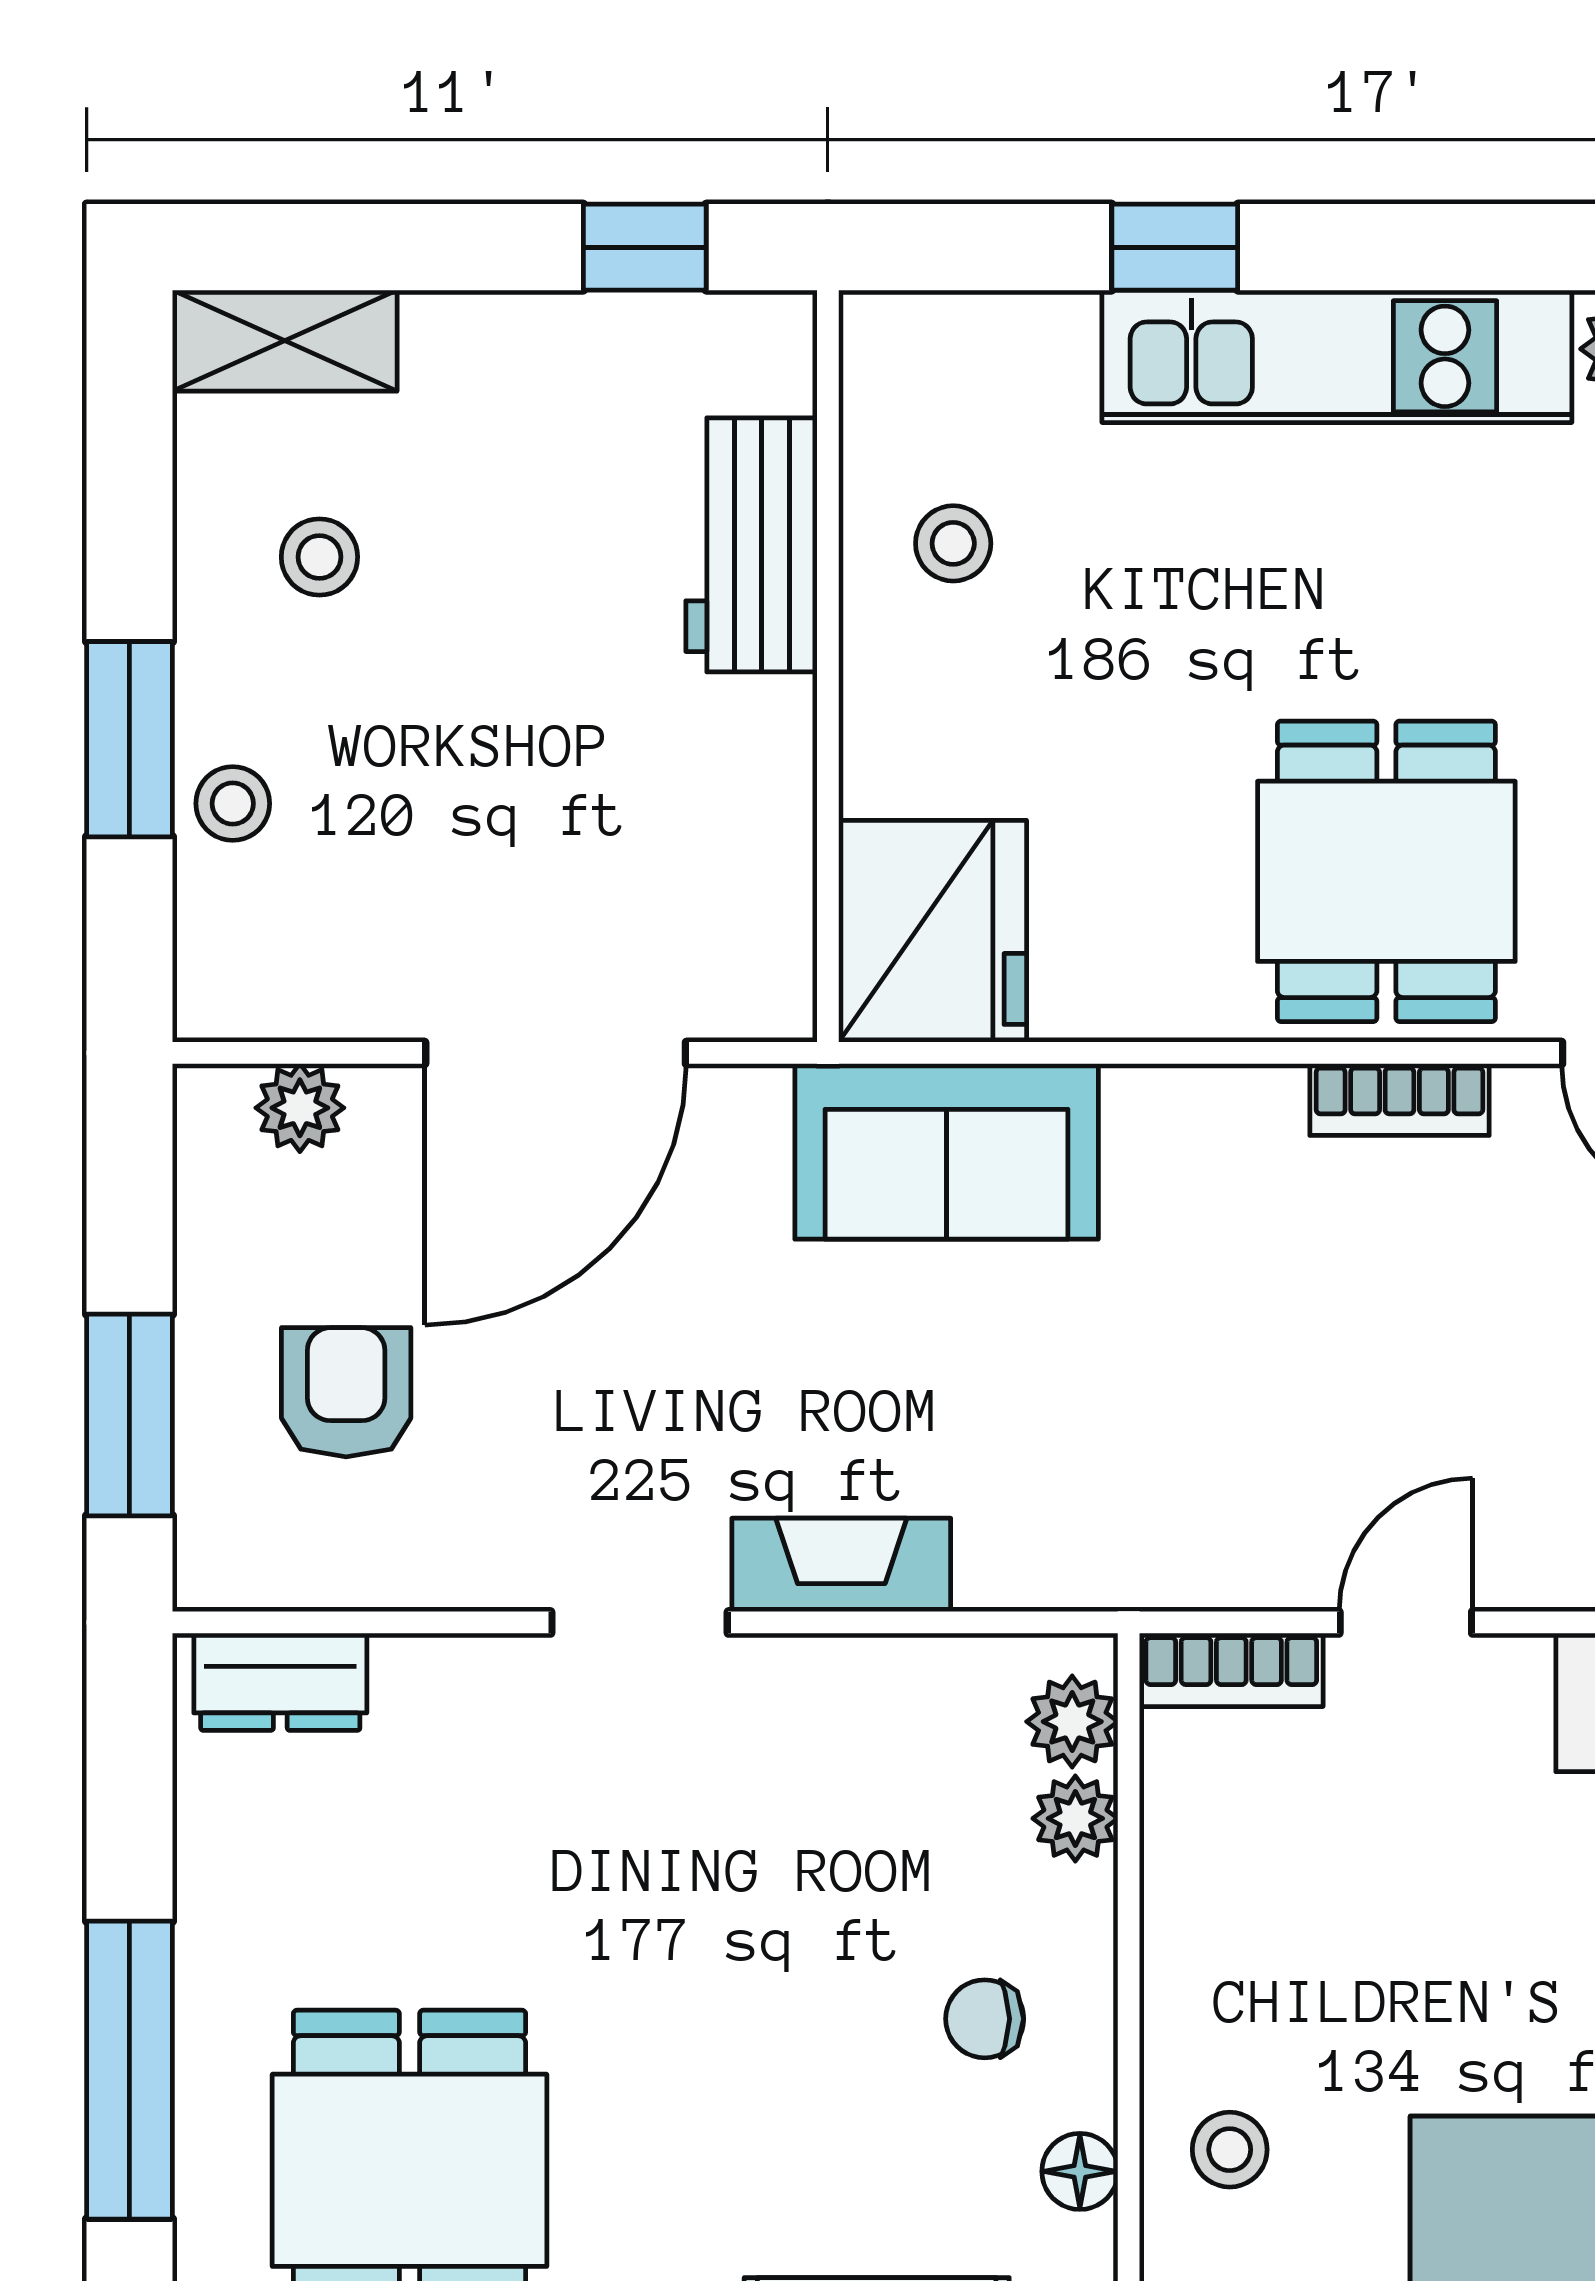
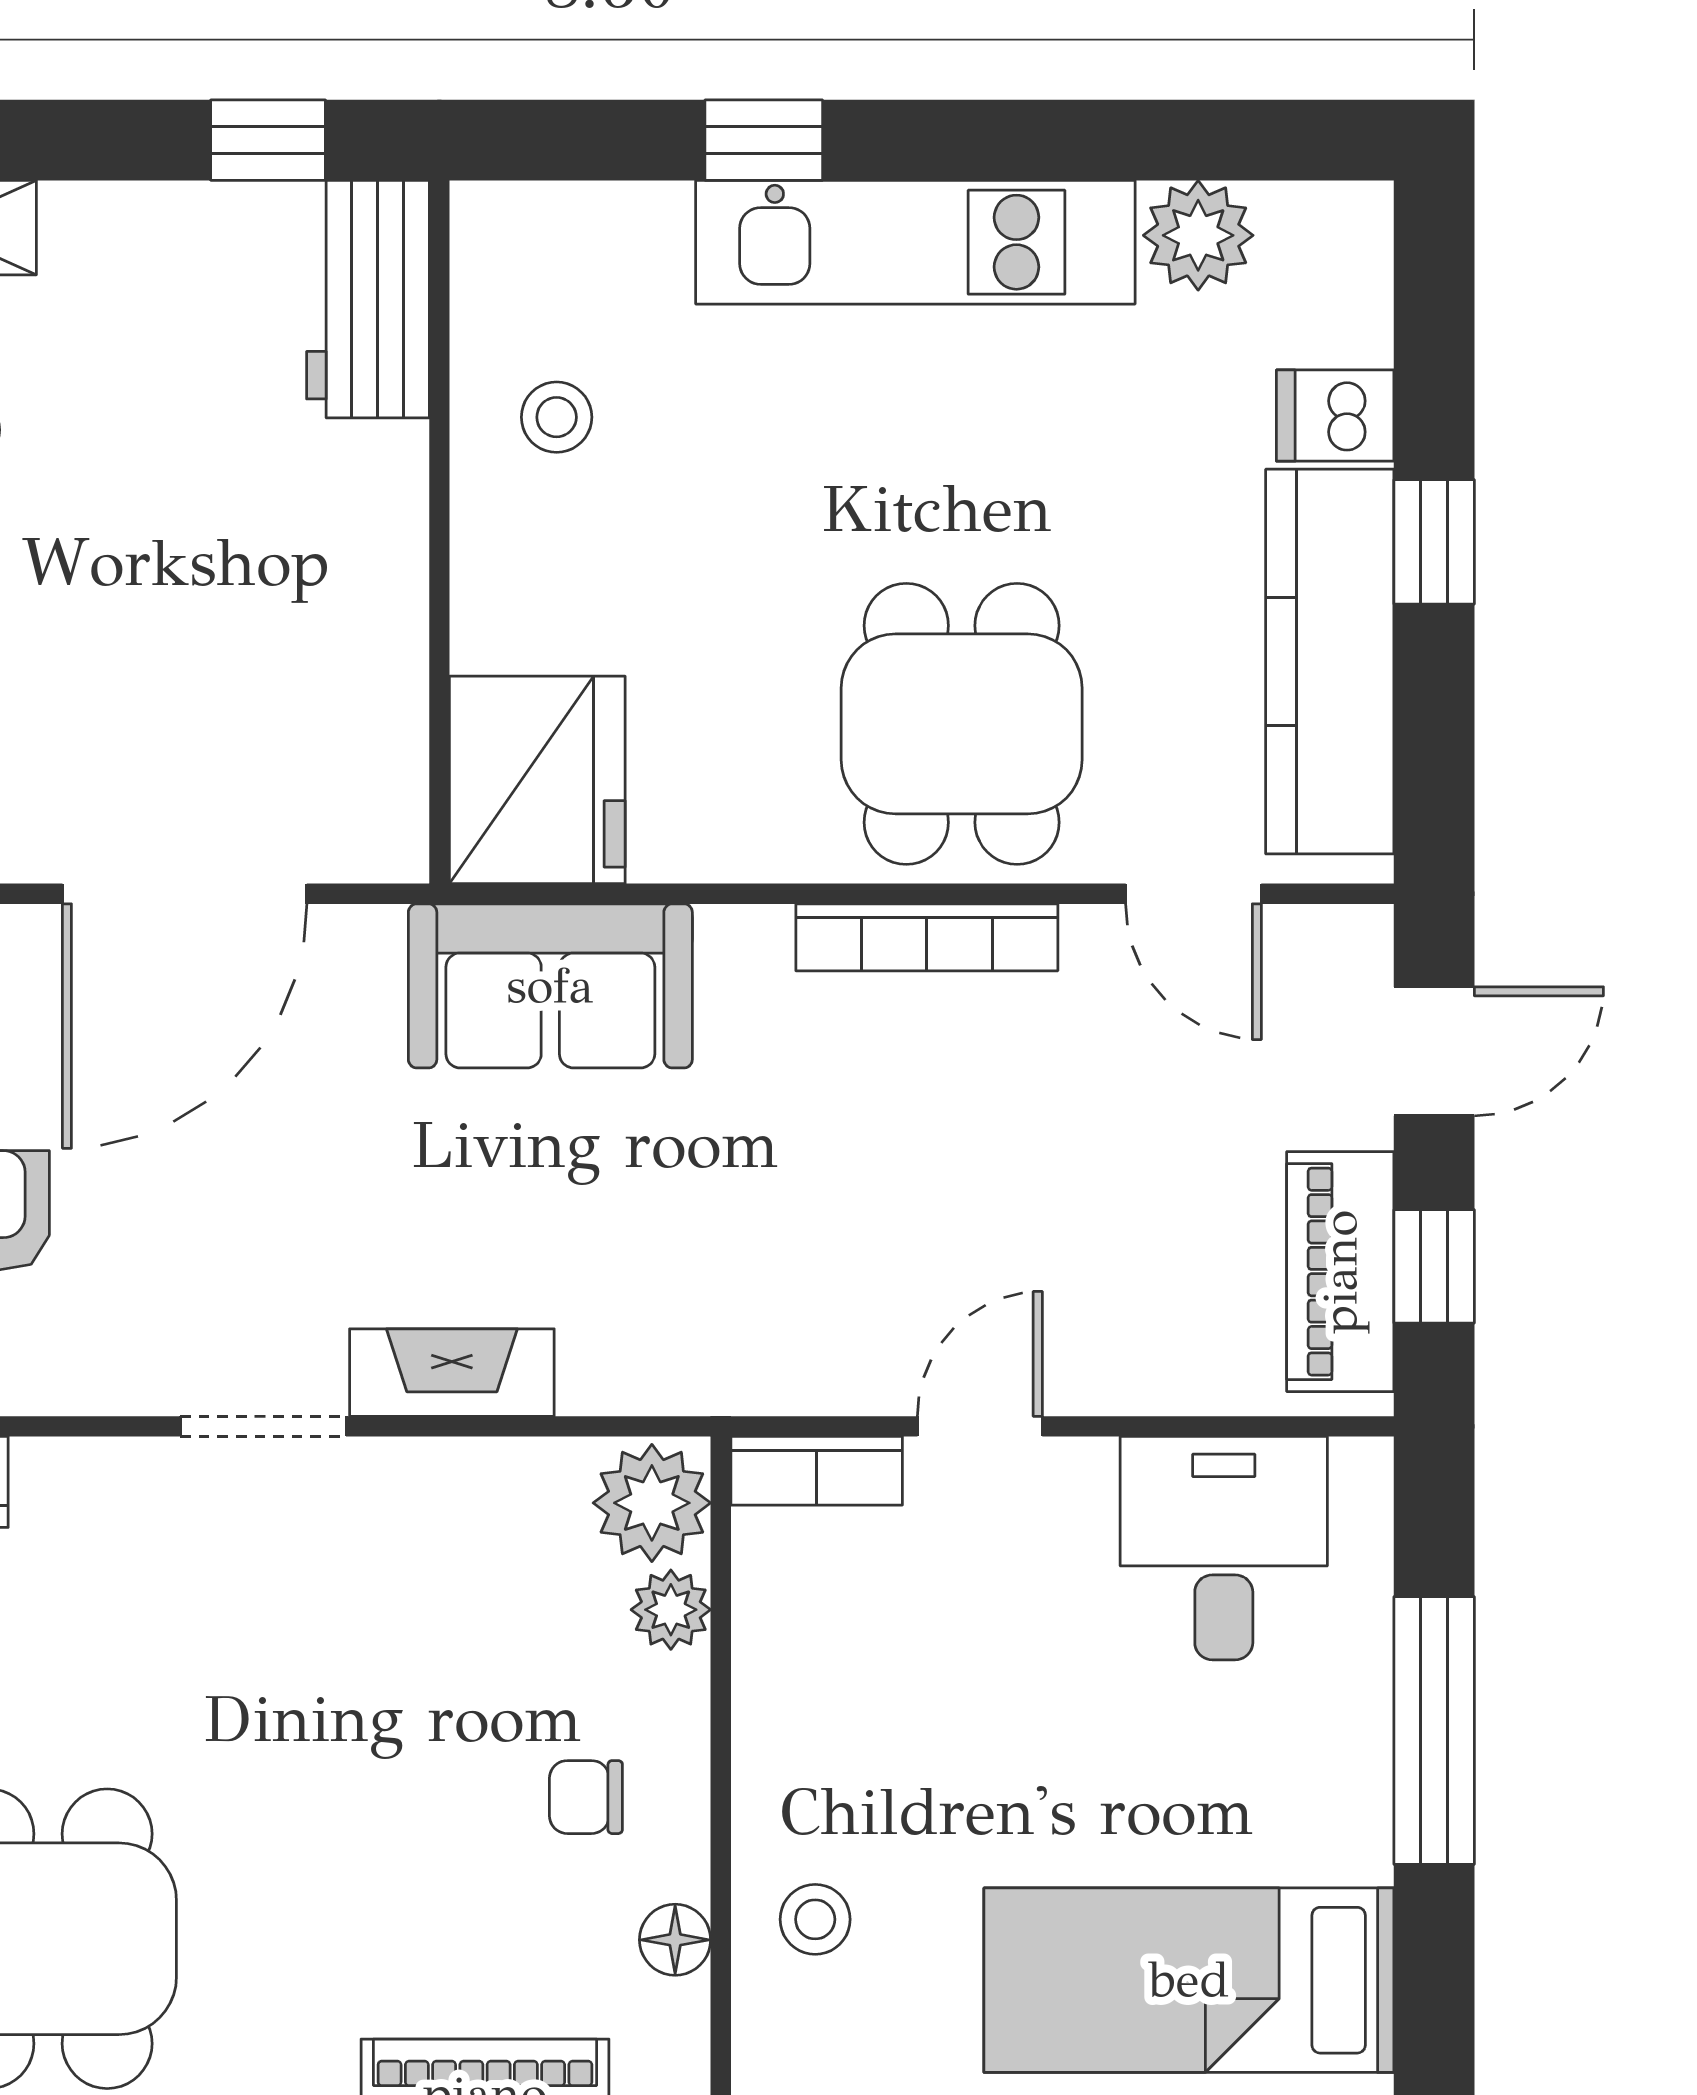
workbench: (751, 545) -> (368, 299), moved
bookcase: (1399, 1100) -> (927, 937), width x1.56
plant: (1072, 1722) -> (652, 1503), width x1.38, depth x1.38

